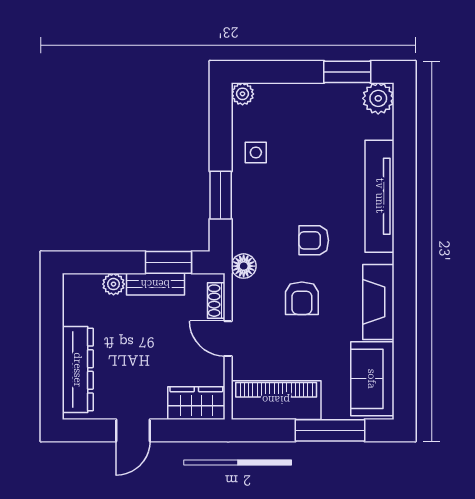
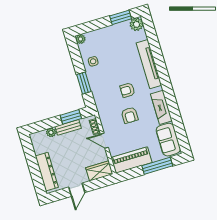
floor lamp: (244, 266) -> (102, 109), removed

